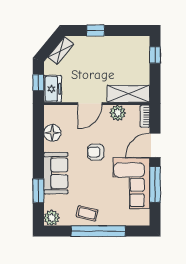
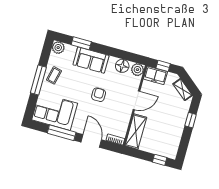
door: (90, 104) -> (136, 100), swing flipped
plant: (118, 113) -> (137, 70), moved
corner sofa: (131, 183) -> (55, 112), moved
window: (98, 231) -> (38, 80), width x0.68

